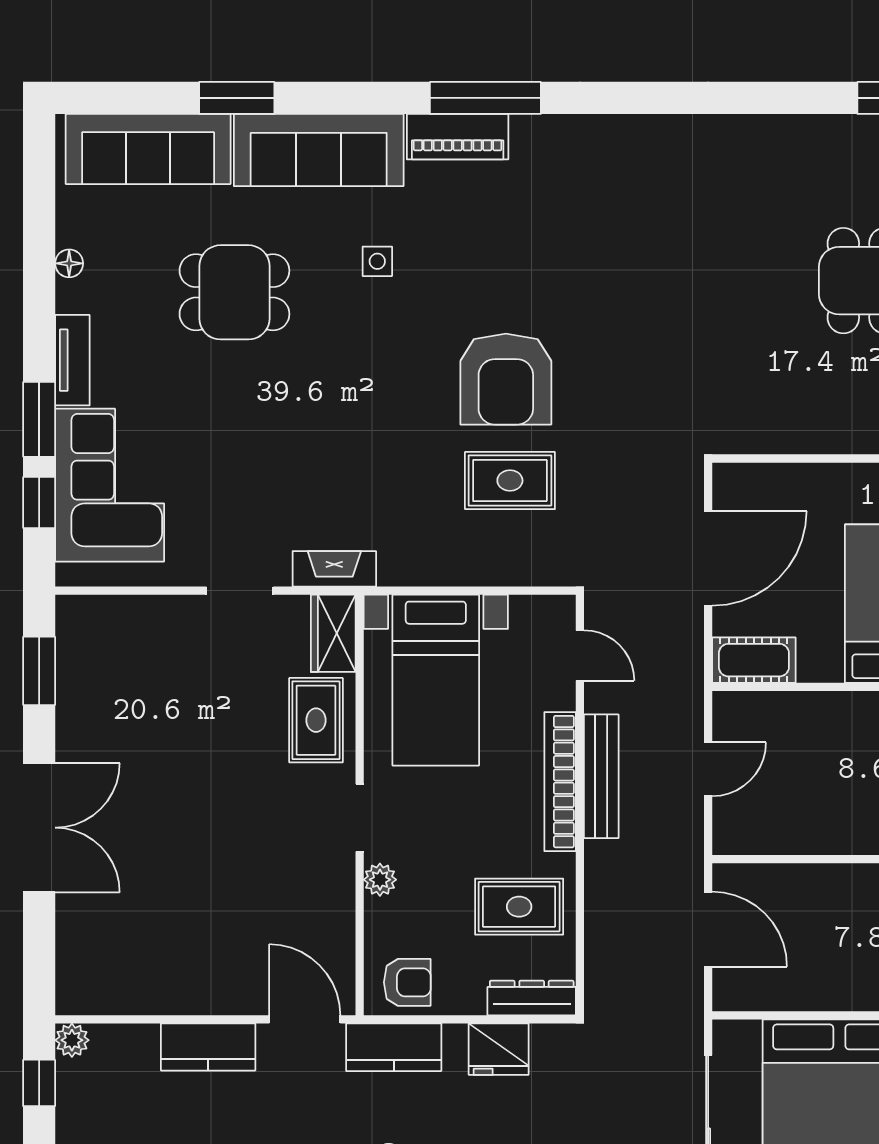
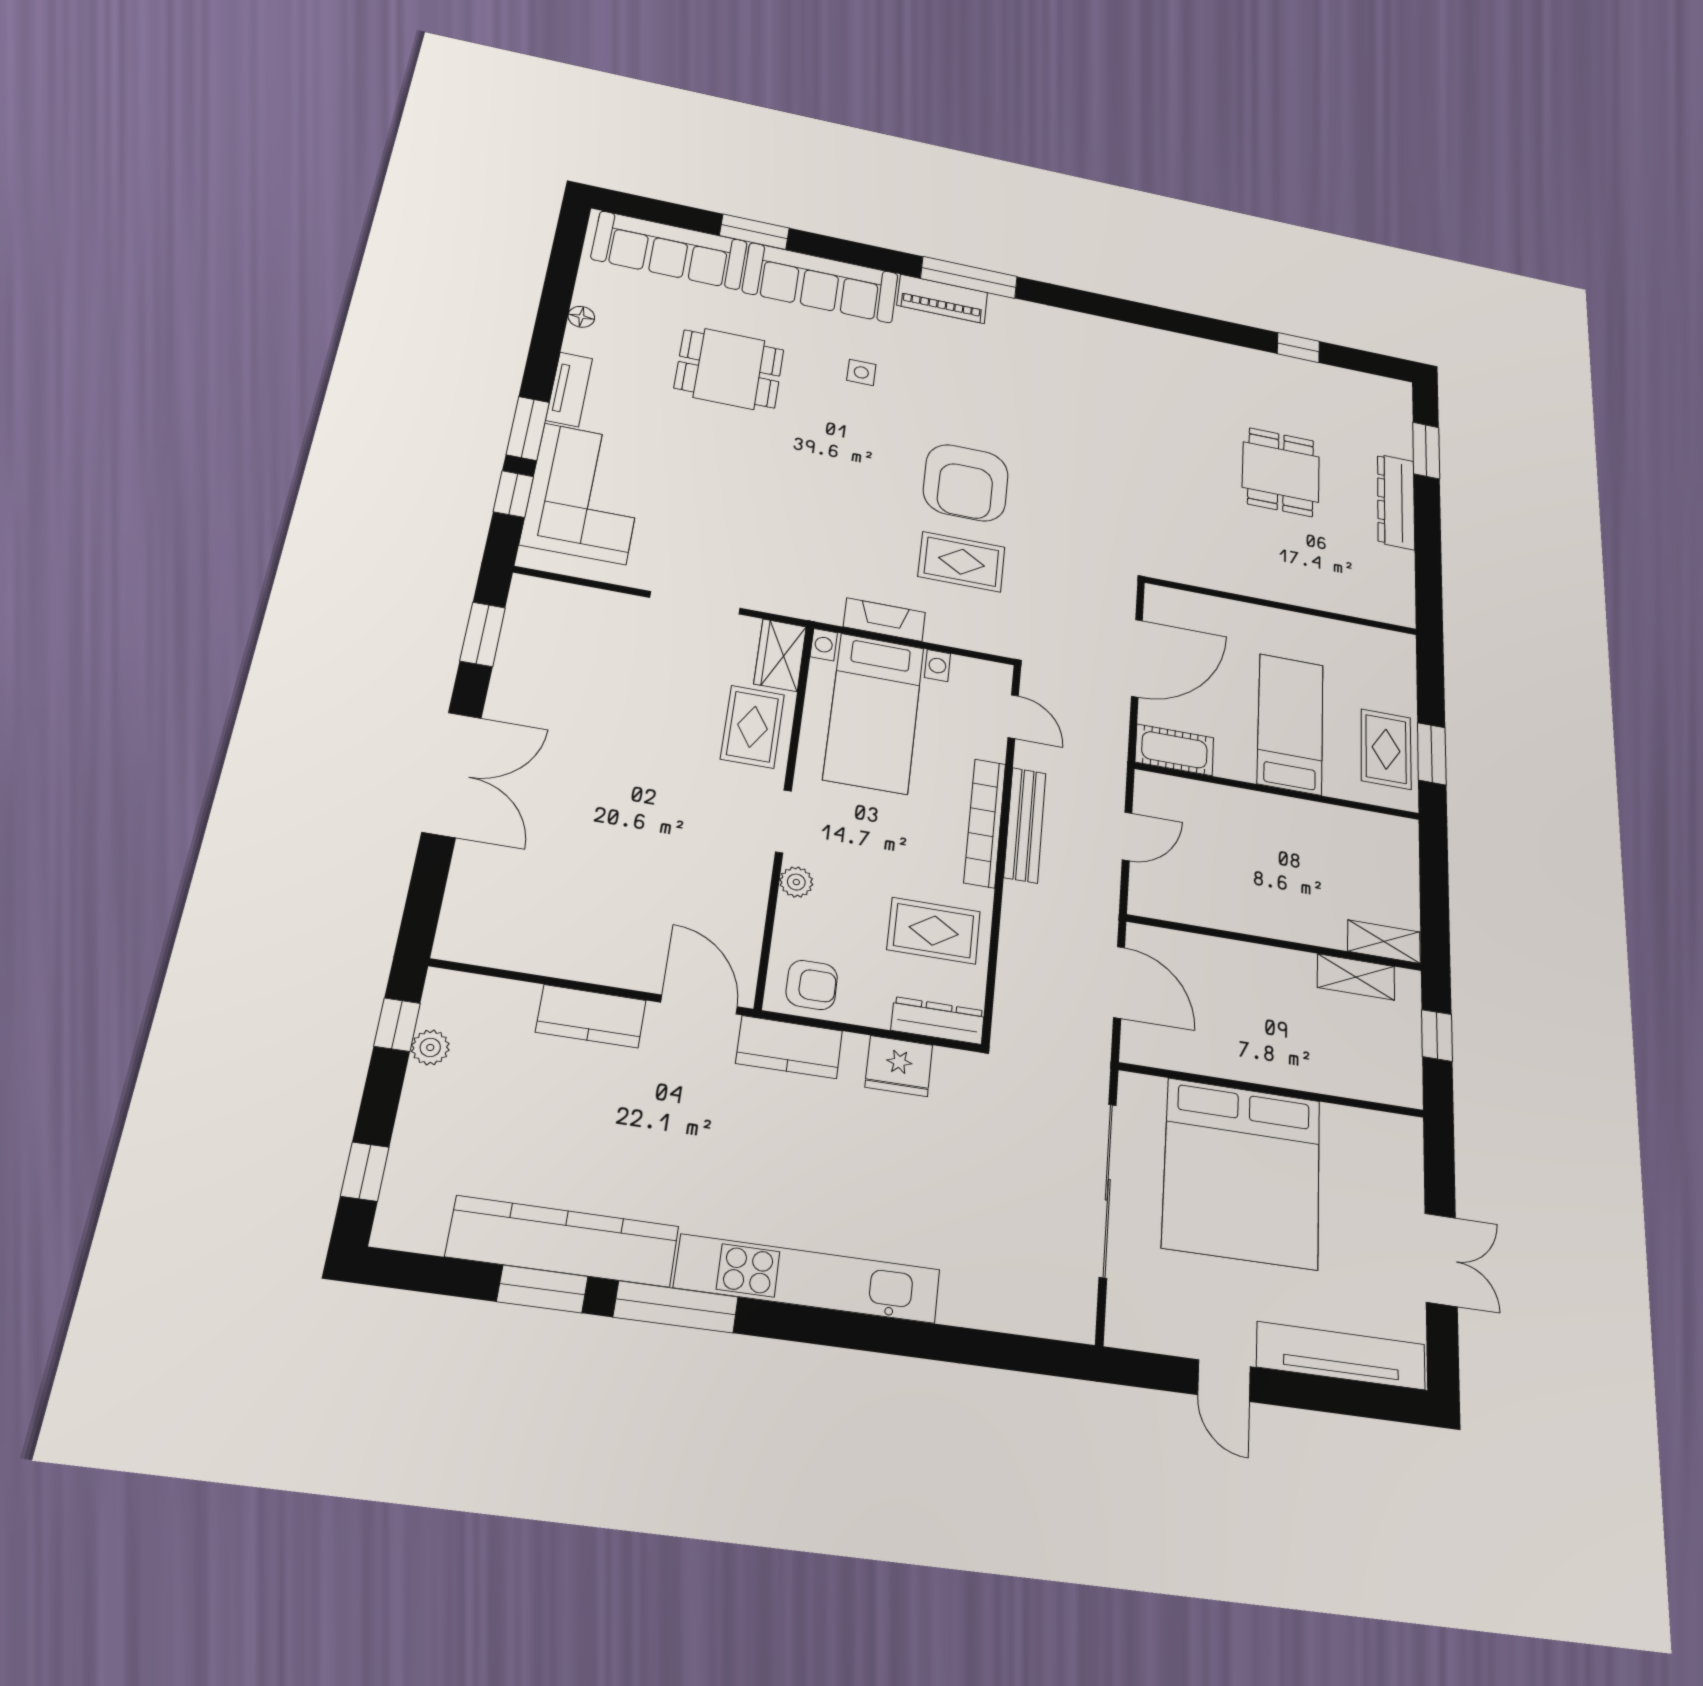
fireplace: (334, 569) -> (884, 620), moved
doorway: (240, 591) -> (695, 603), width x1.38
plant: (72, 1040) -> (430, 1047), moved

